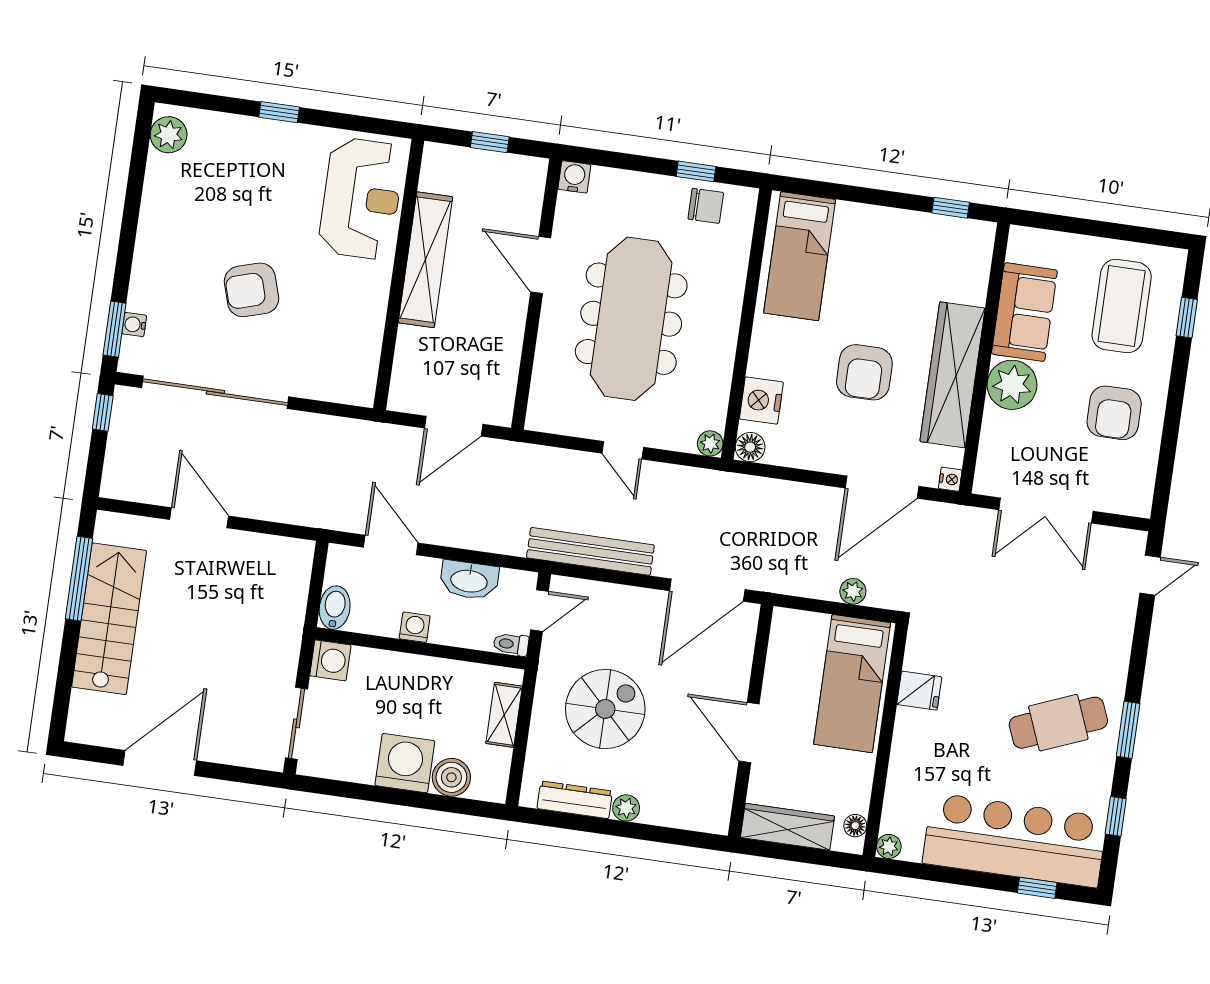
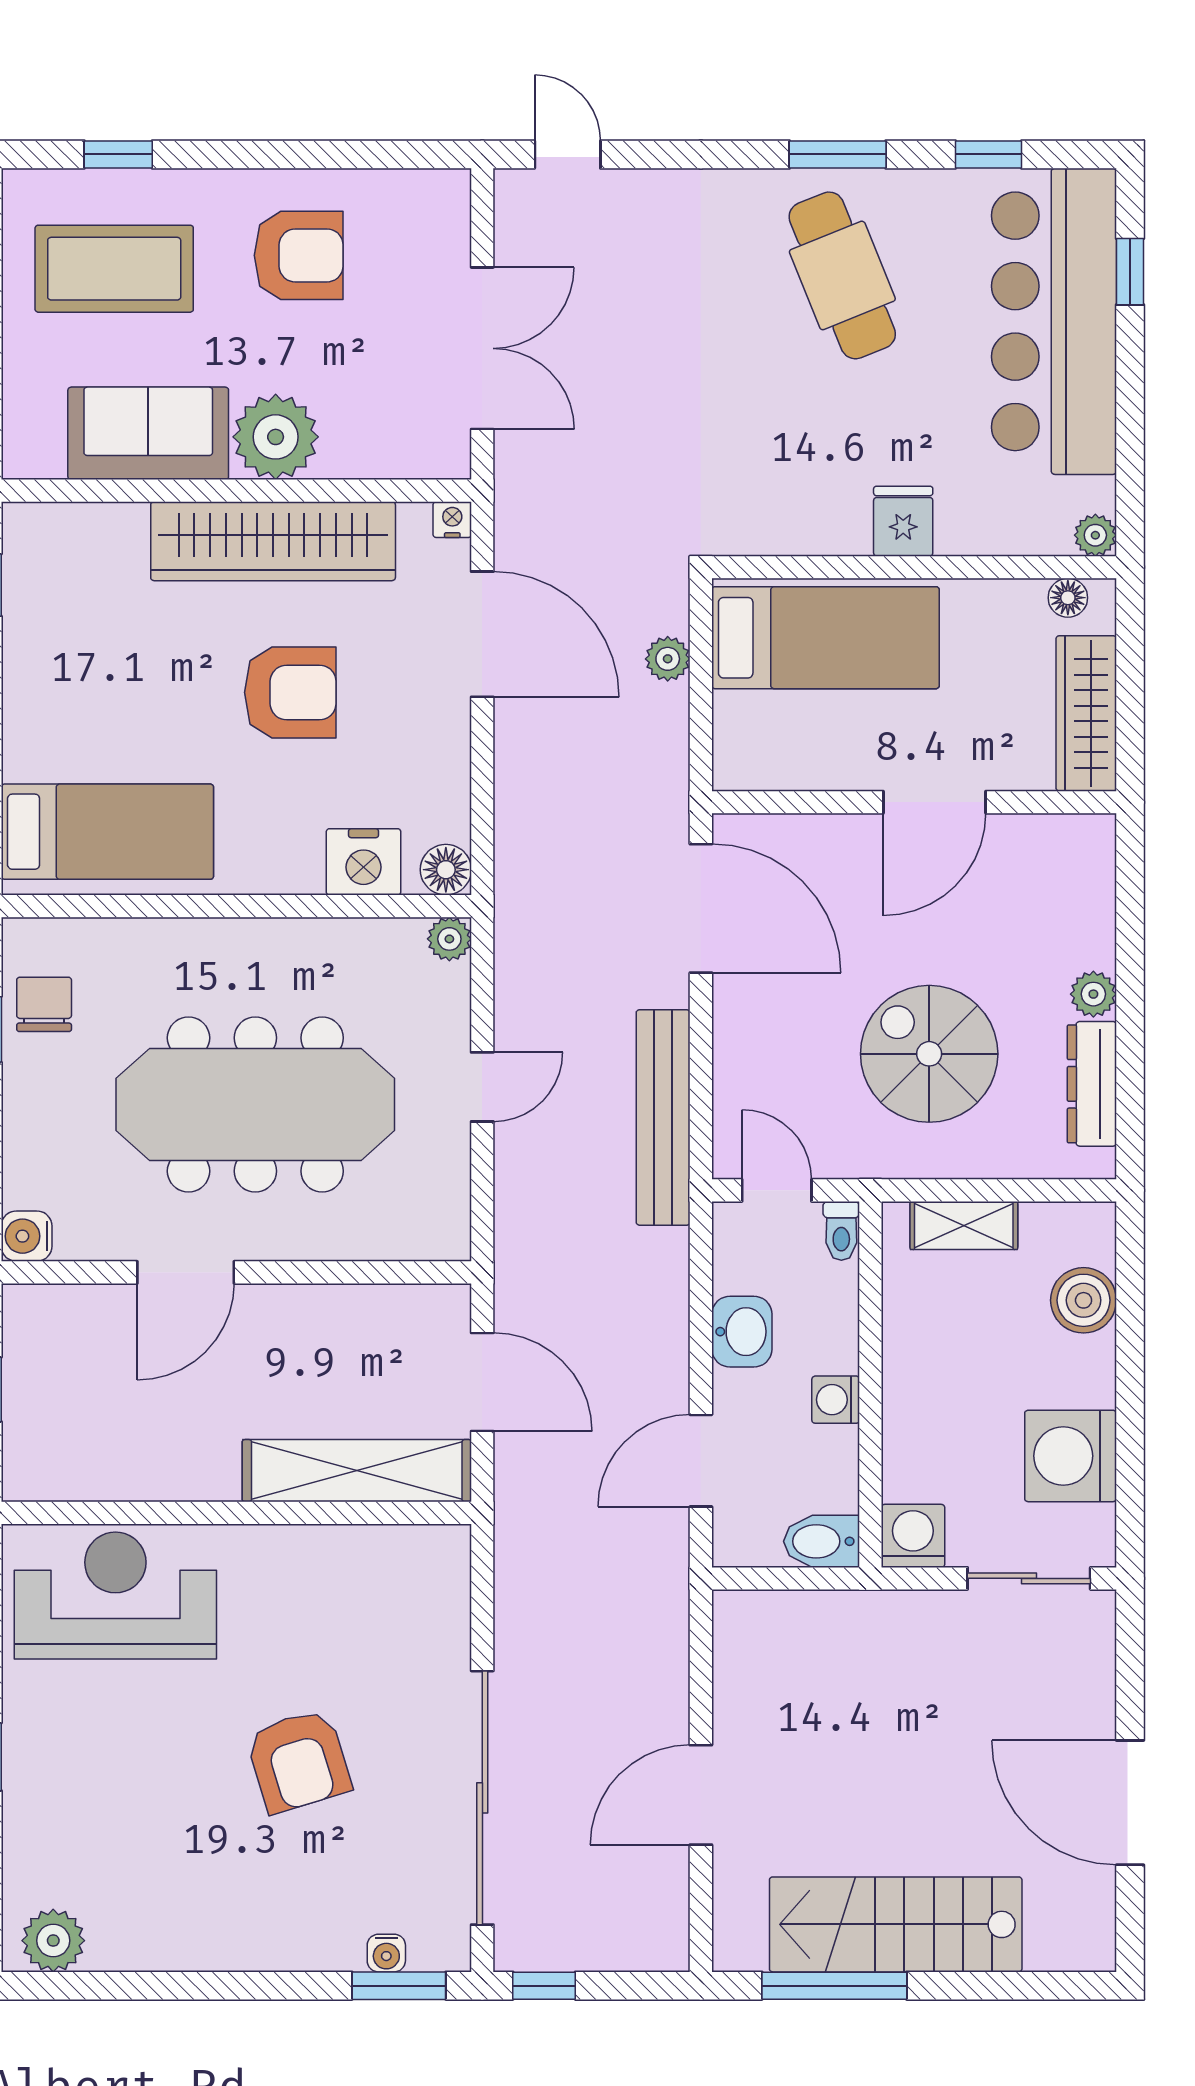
shelving: (425, 260) -> (357, 1471), moved
washbasin: (469, 580) -> (742, 1332), width x0.72
fridge: (919, 691) -> (903, 521), moved
washing machine: (405, 763) -> (1071, 1456), moved

